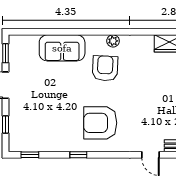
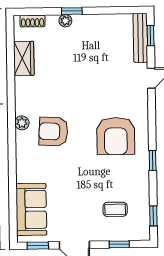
sofa: (62, 48) -> (31, 209), moved
coffee table: (36, 121) -> (115, 209), added

